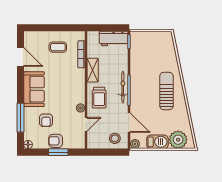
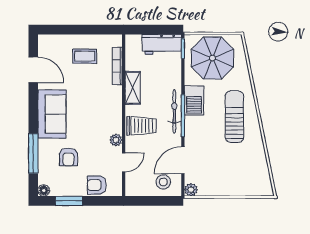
parasol: (151, 48) -> (212, 58), added
trolley: (99, 98) -> (142, 126), turned -90
door: (129, 123) -> (183, 160), swing flipped
plant: (178, 140) -> (250, 184), removed
armchair: (56, 141) -> (97, 185), moved
barbecue: (157, 142) -> (194, 100), moved, turned 90
window: (58, 152) -> (69, 201), moved

